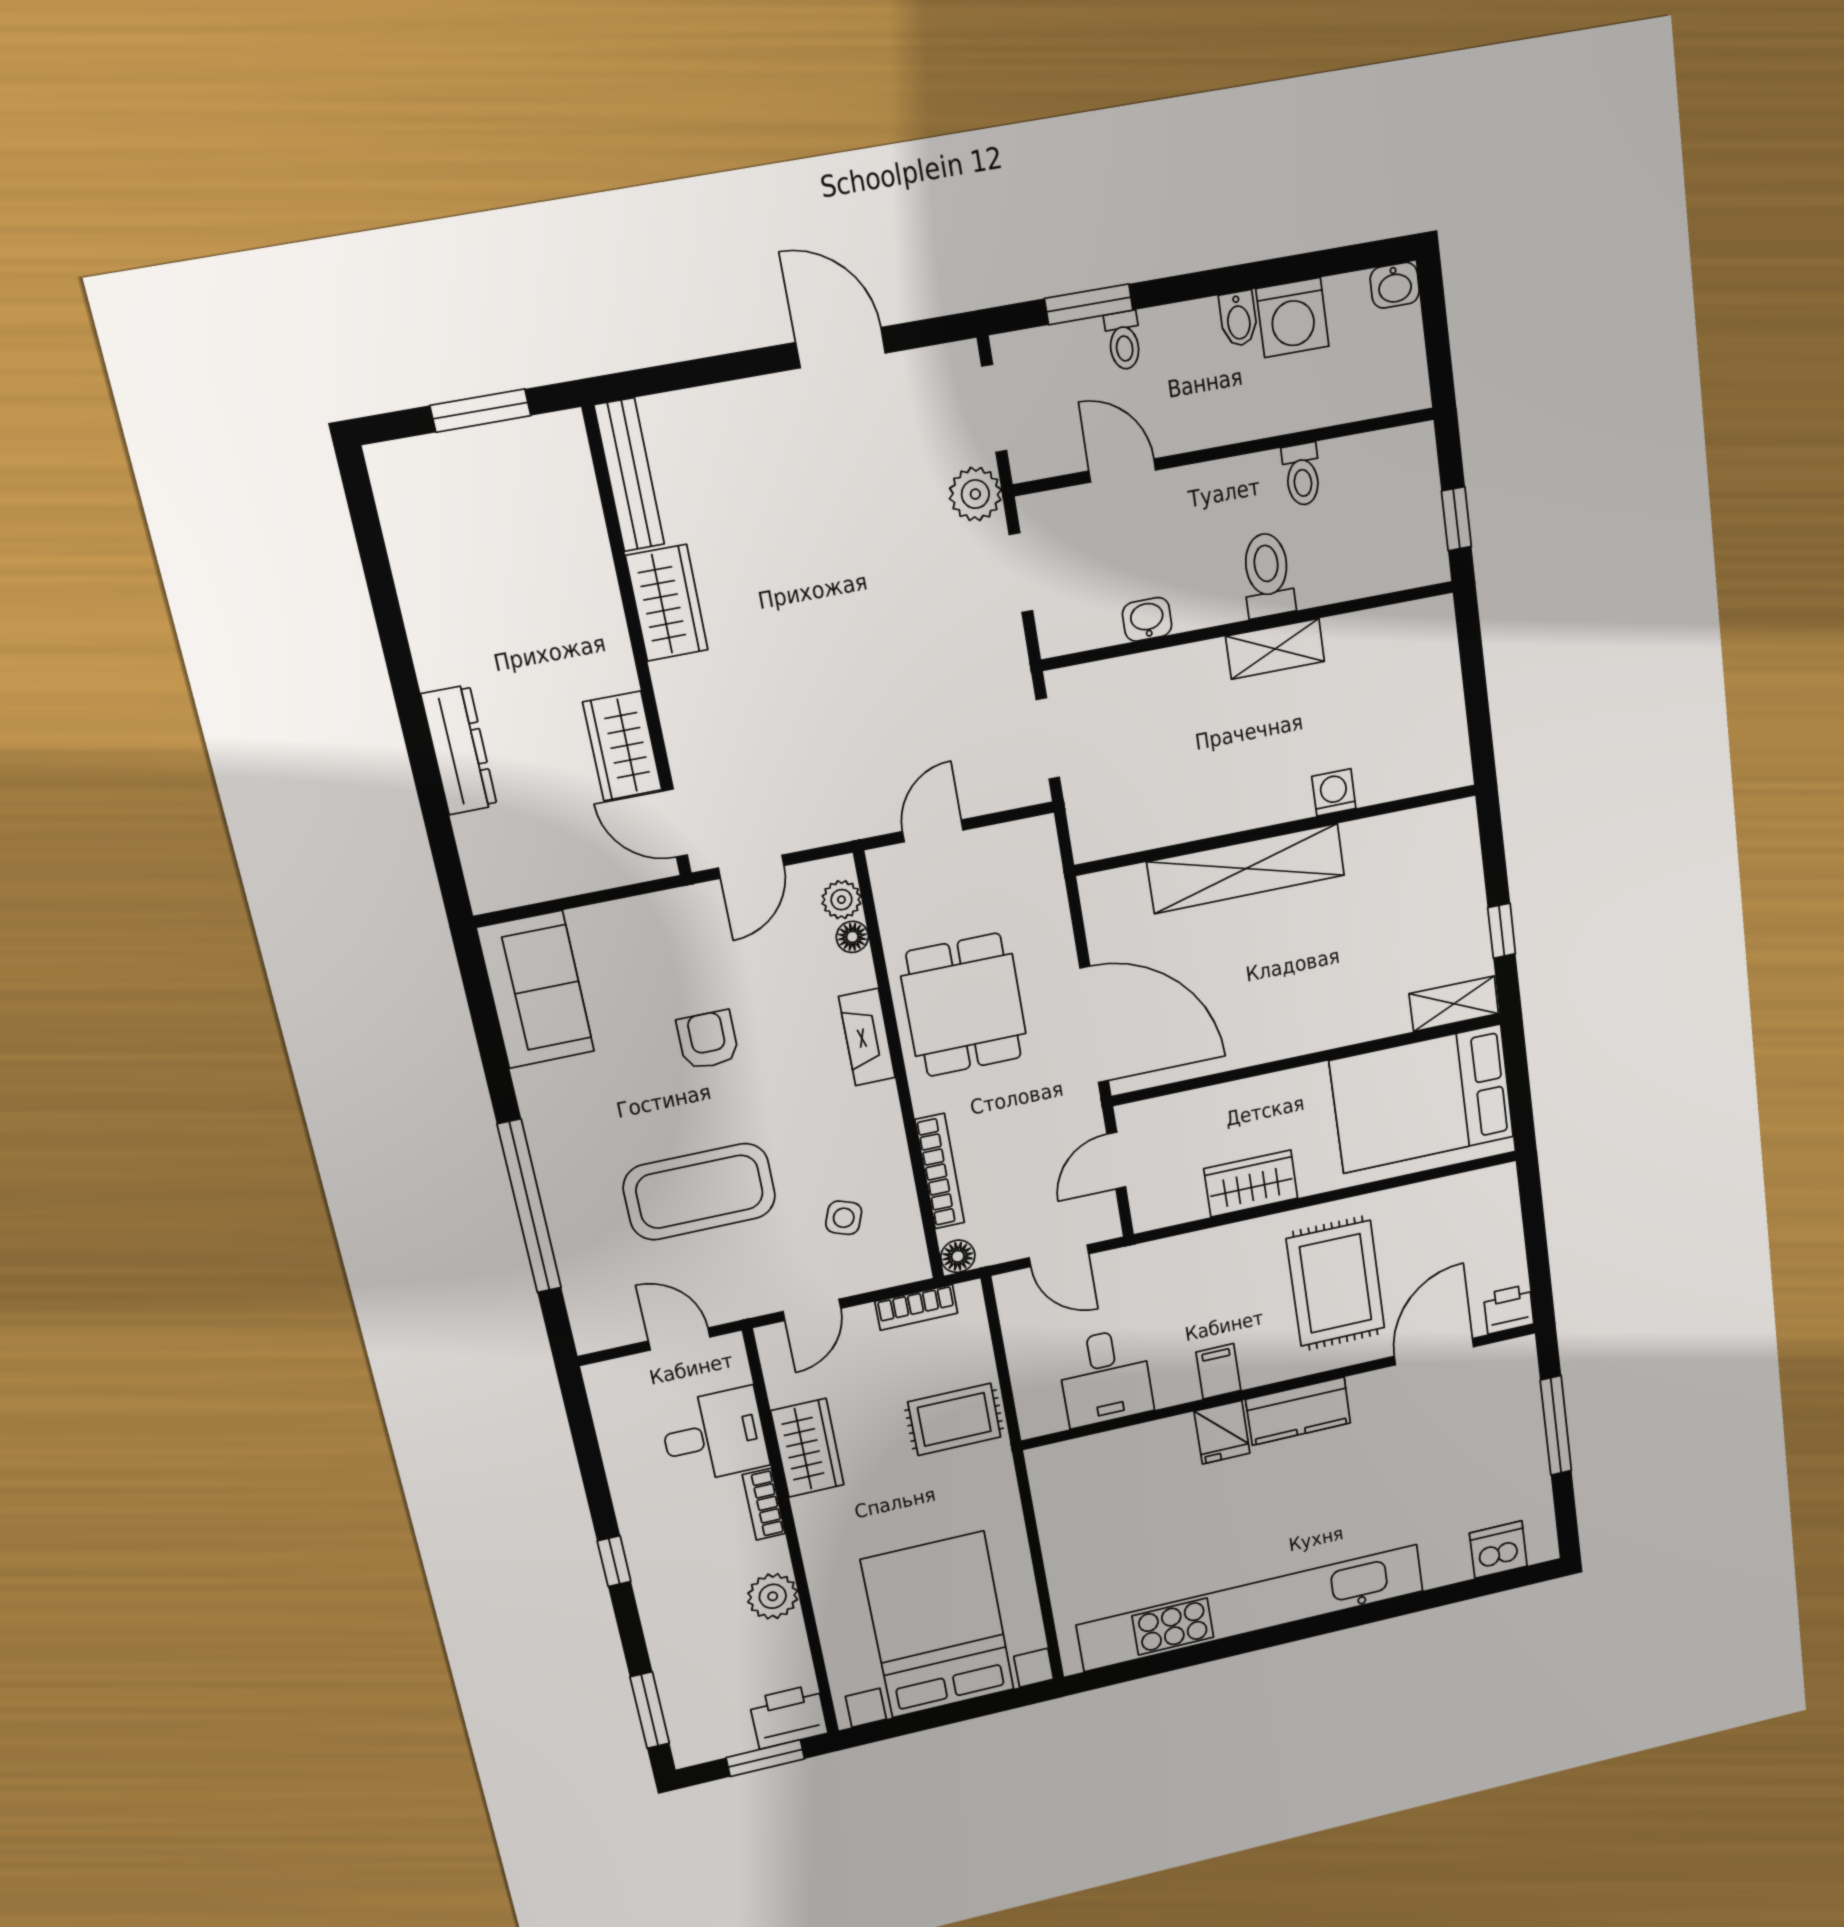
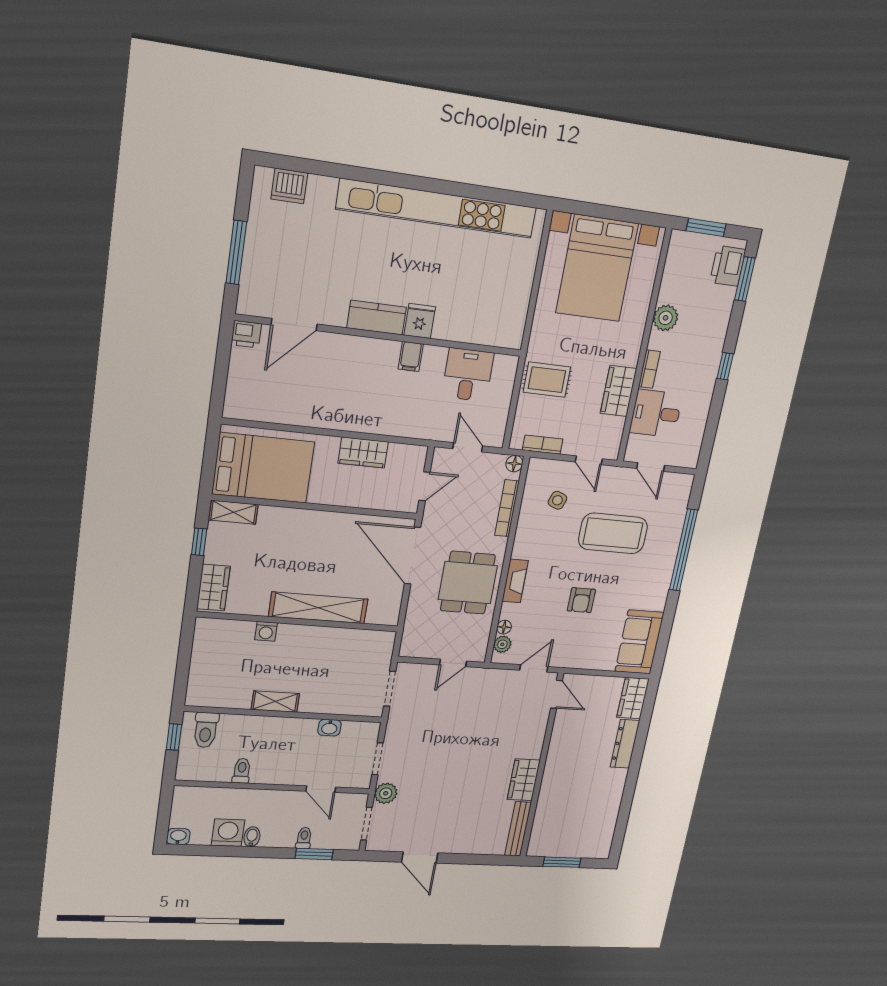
toilet: (1268, 575) -> (206, 730), moved
wardrobe: (622, 746) -> (633, 698), moved, turned 180
wardrobe: (1455, 852) -> (213, 587), added
rug: (1336, 1283) -> (336, 383), removed
door: (812, 1310) -> (589, 460), swing flipped
printer: (789, 1716) -> (728, 266), moved, turned 90

